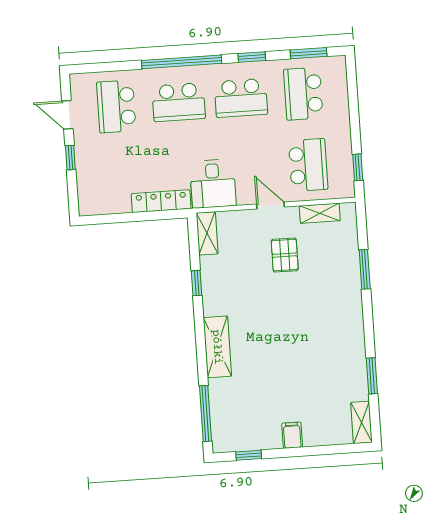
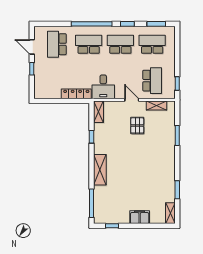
school desk: (303, 94) -> (152, 44), turned 90
school desk: (241, 98) -> (120, 44), turned 180
school desk: (179, 102) -> (89, 44), turned 180
filing cabinet: (292, 435) -> (140, 217), width x2.00

